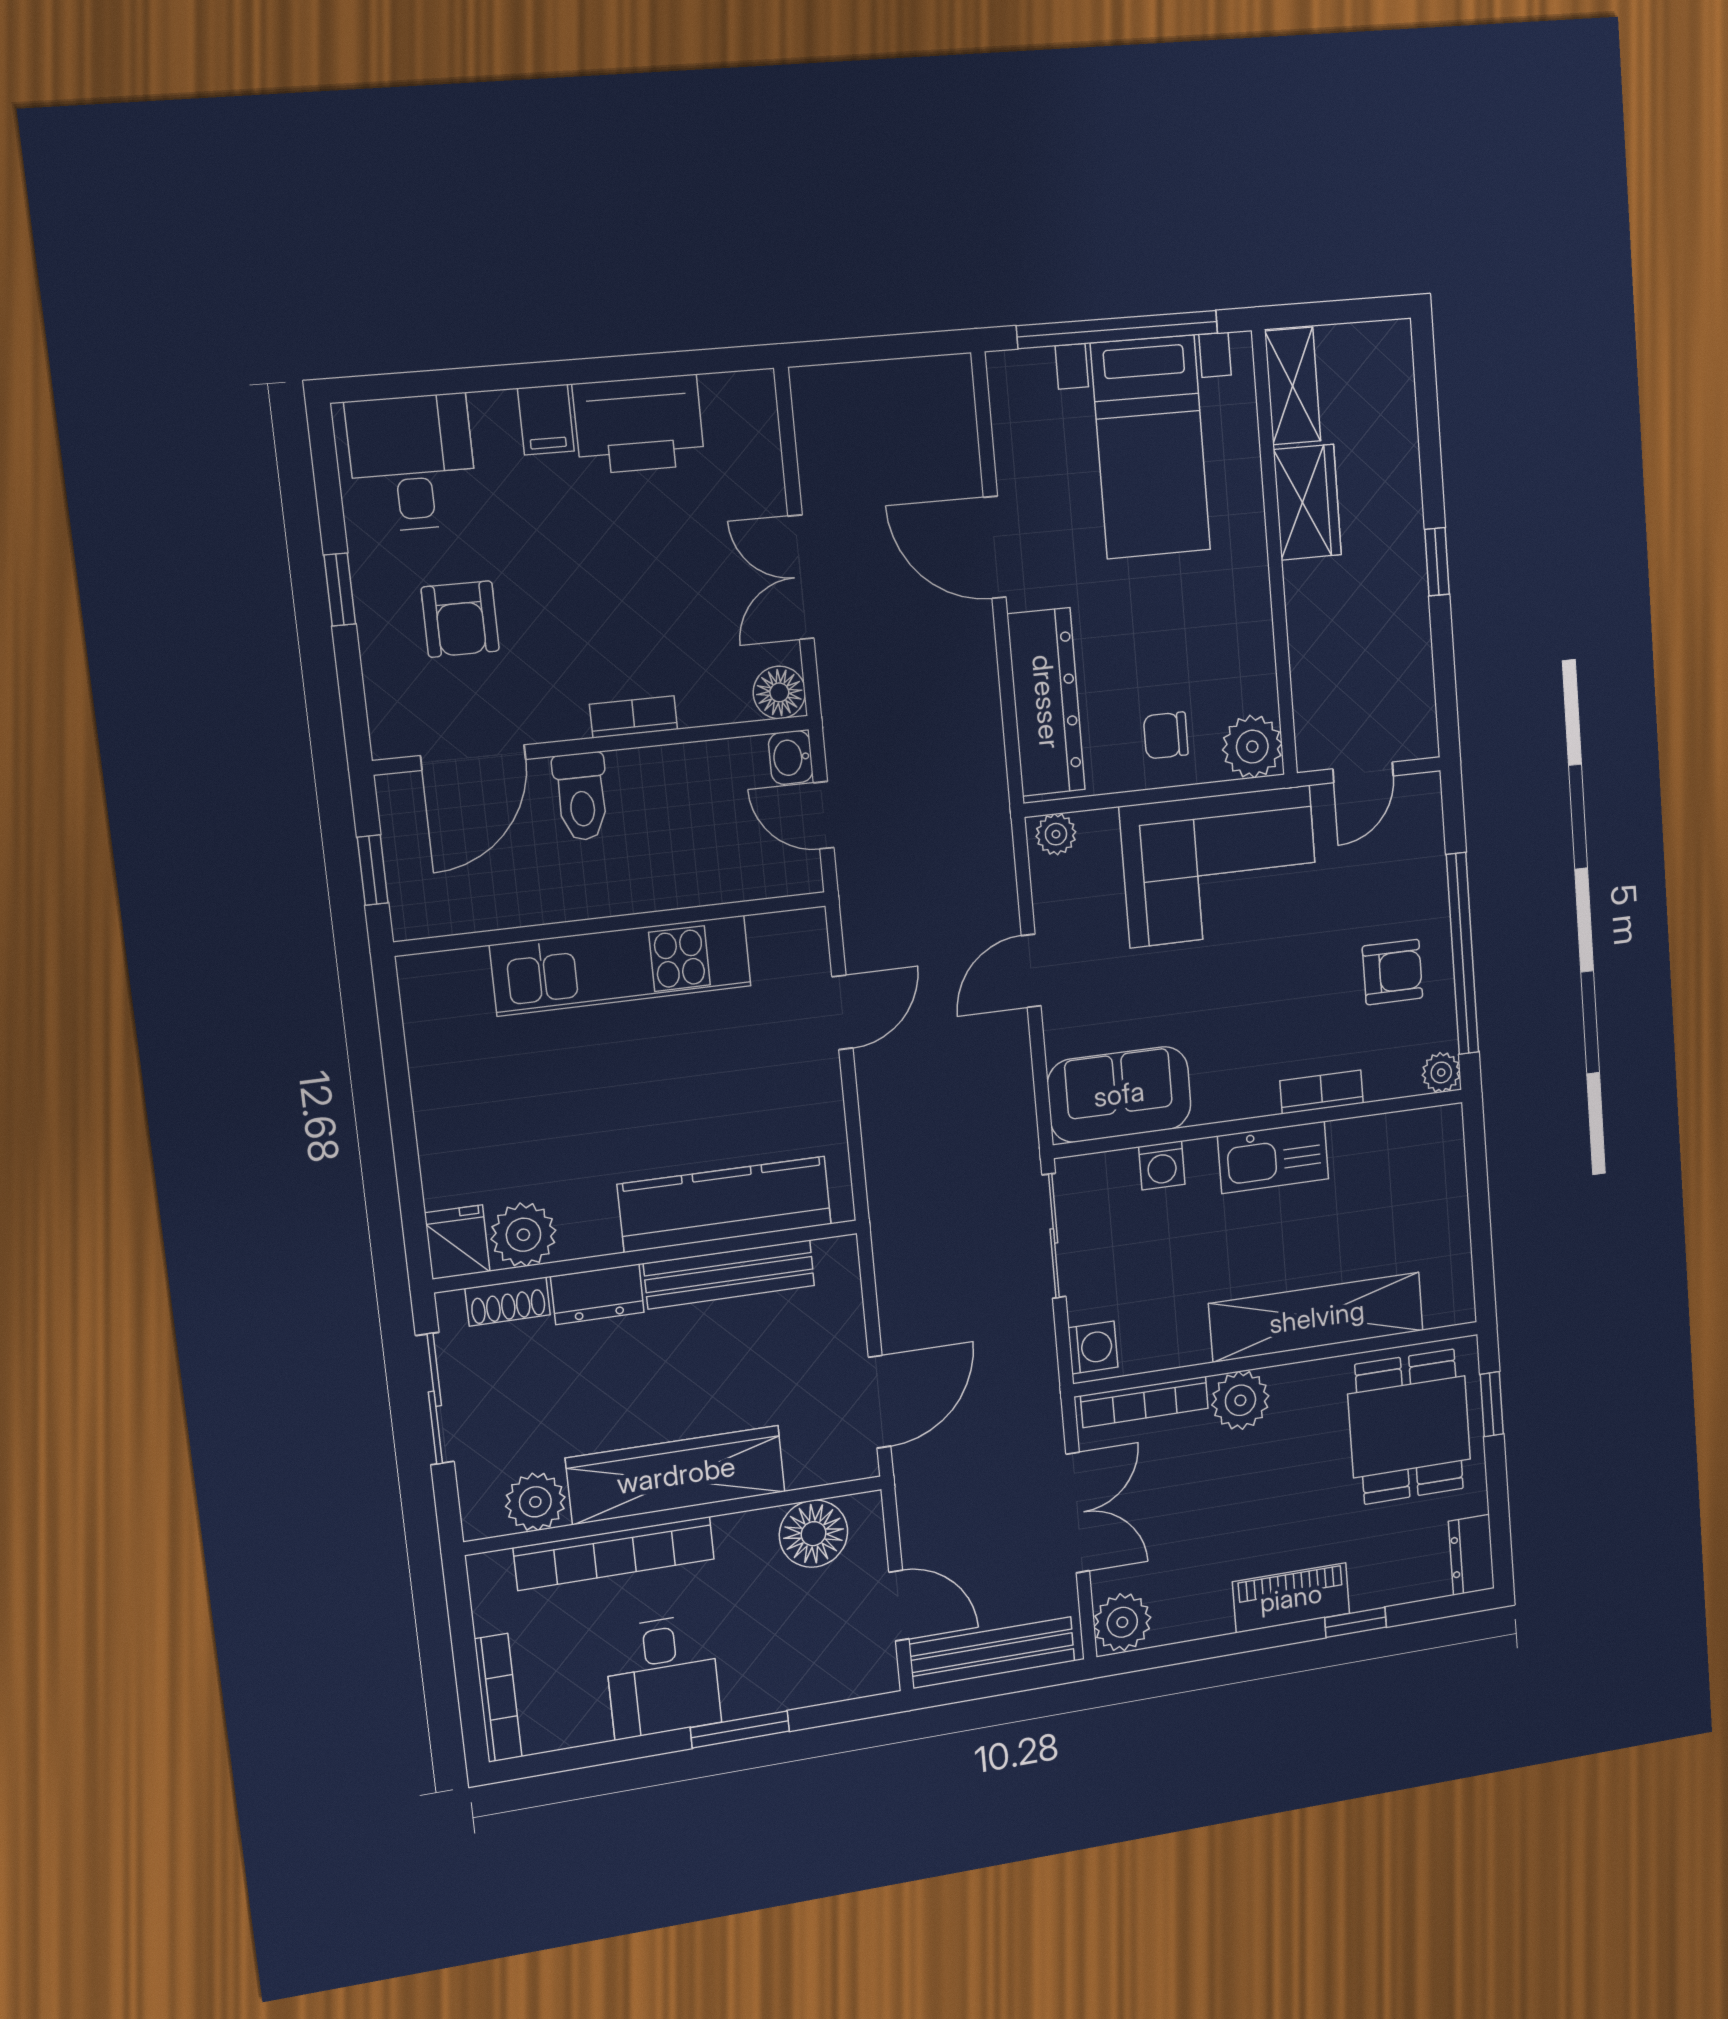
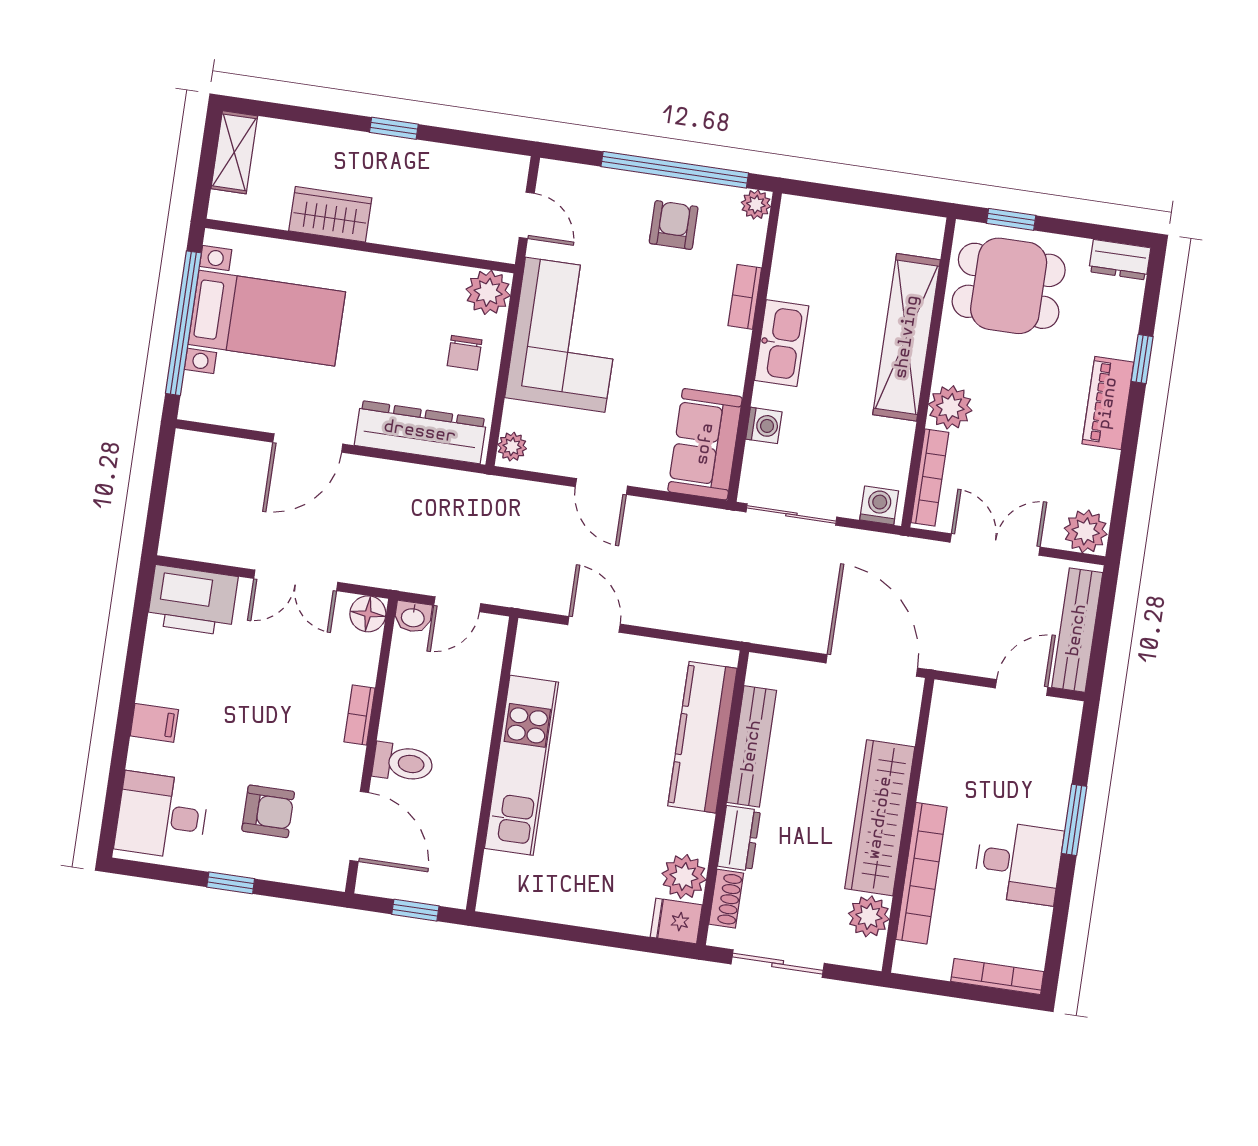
shelving: (1293, 386) -> (234, 152), moved, turned 90
printer: (639, 424) -> (193, 600), moved, turned 90
door: (880, 1402) -> (872, 665), width x1.36
floor lamp: (814, 1534) -> (951, 734), removed

